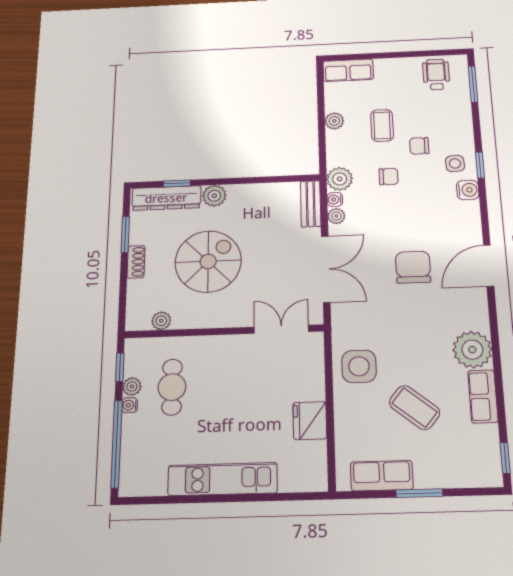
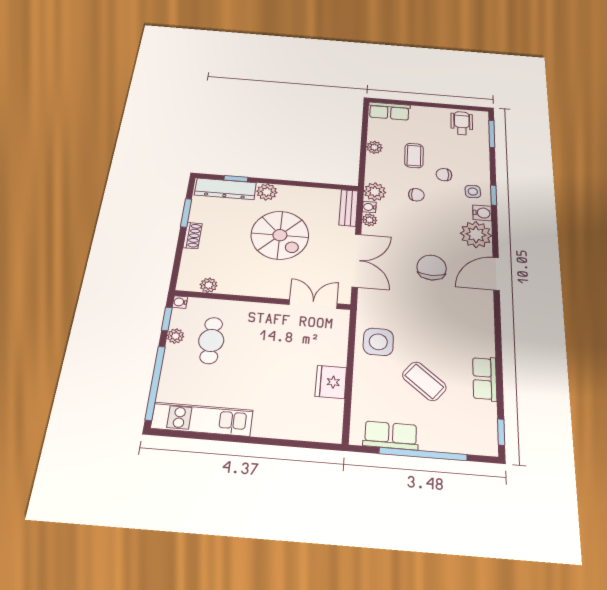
spiral stairs: (208, 261) -> (280, 235), moved, turned 90
plant: (472, 350) -> (476, 234), moved
water cooler: (130, 405) -> (180, 302), moved
kitchen unit: (223, 479) -> (202, 419), moved
window: (419, 493) -> (423, 454), width x2.11

